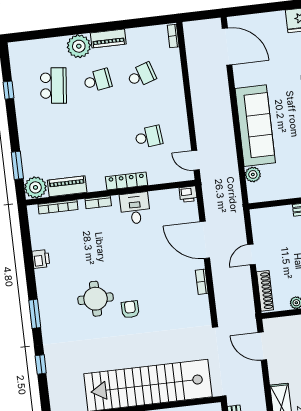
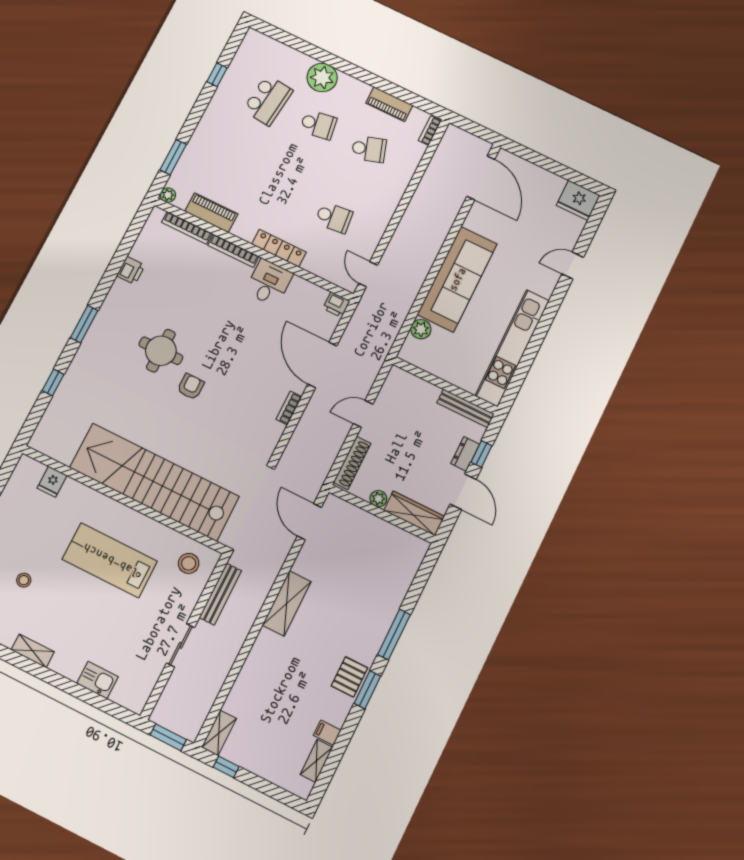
piano: (108, 38) -> (389, 104), moved
plant: (35, 187) -> (168, 195), width x0.53, depth x0.53
bookcase: (98, 202) -> (233, 251), width x1.56

